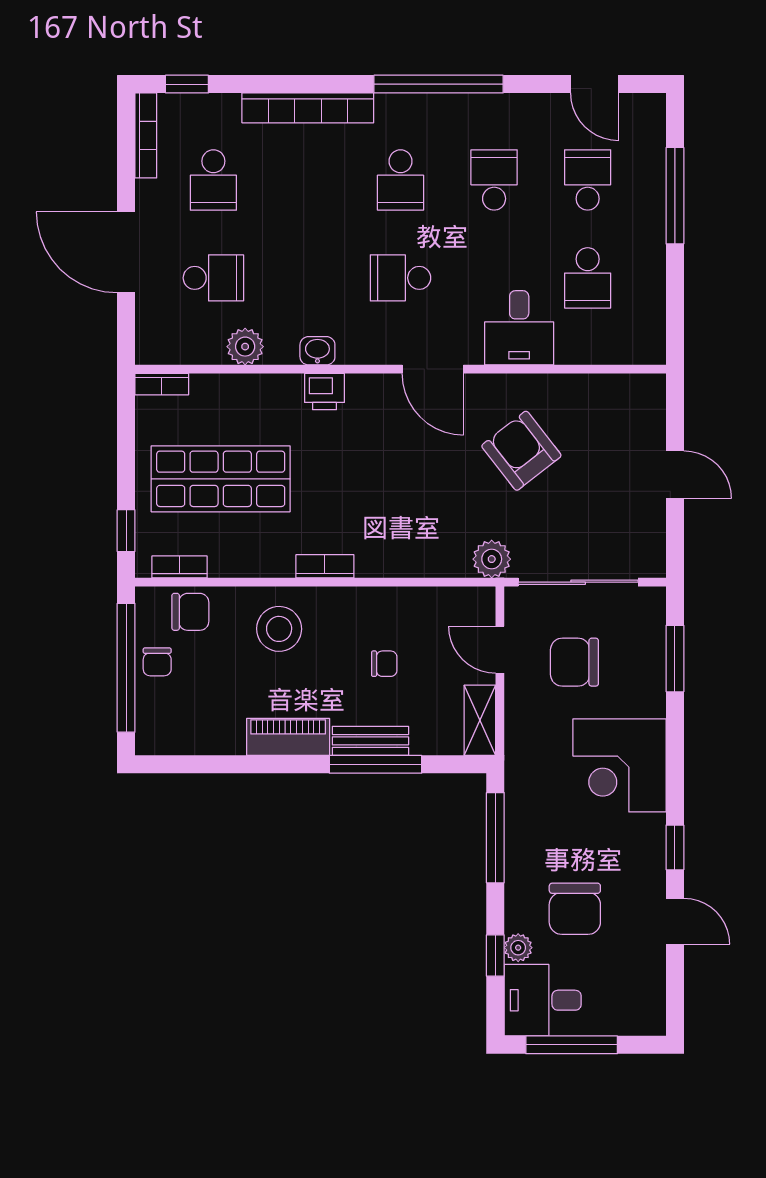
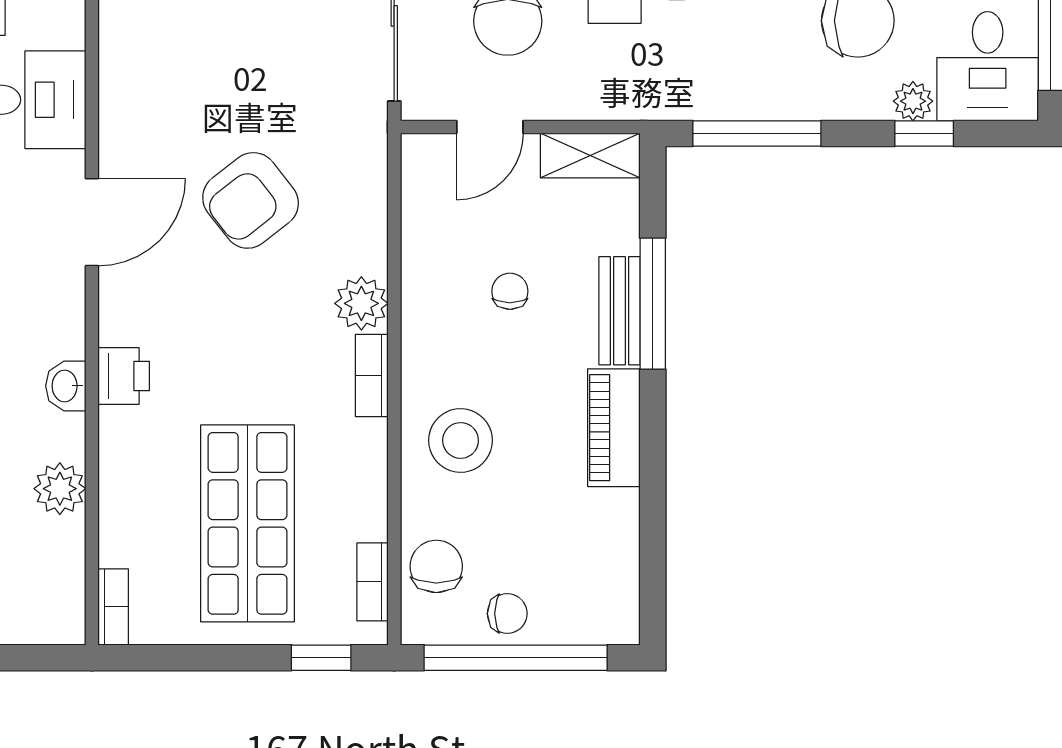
armchair: (521, 451) -> (251, 200), moved
plant: (492, 559) -> (361, 303), moved

